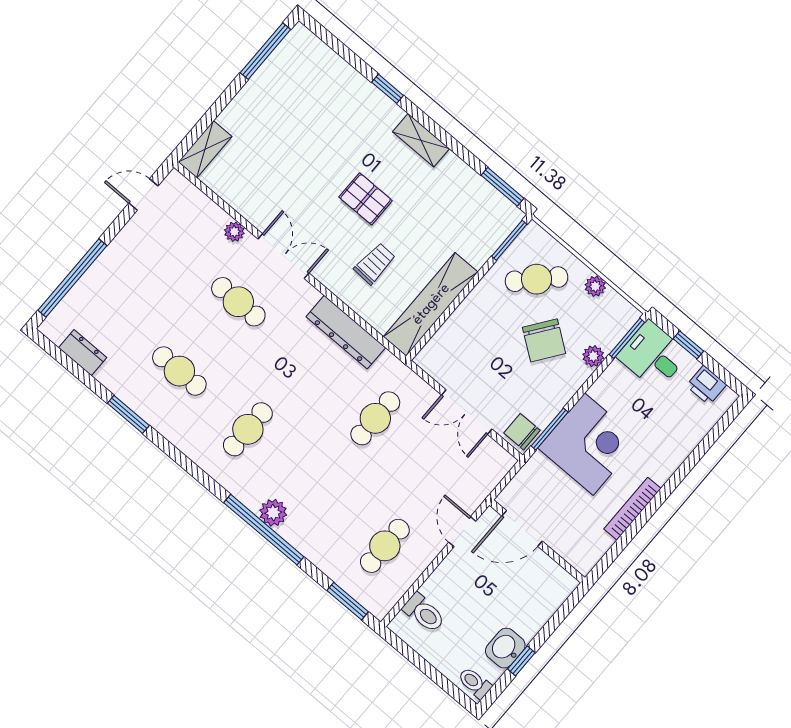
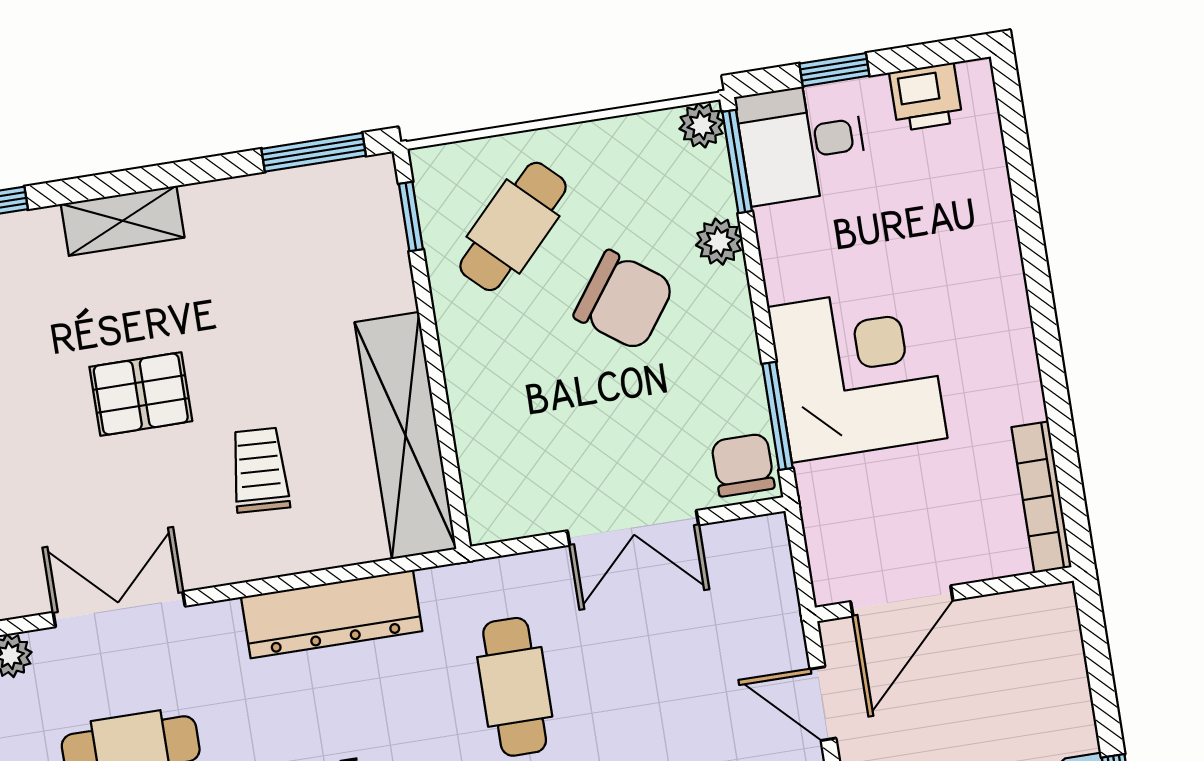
window: (509, 240) -> (411, 216), width x0.67
plant: (595, 286) -> (702, 125), moved
chair: (522, 432) -> (743, 465), turned 90
bookcase: (632, 509) -> (1041, 497), moved

